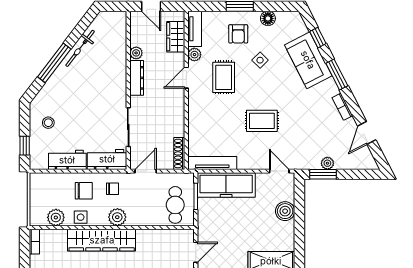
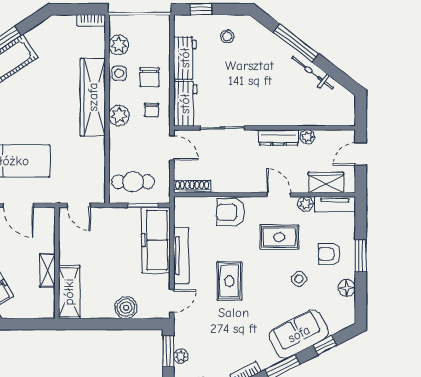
armchair: (202, 120) -> (231, 212), added
tv unit: (212, 163) -> (181, 256), moved

